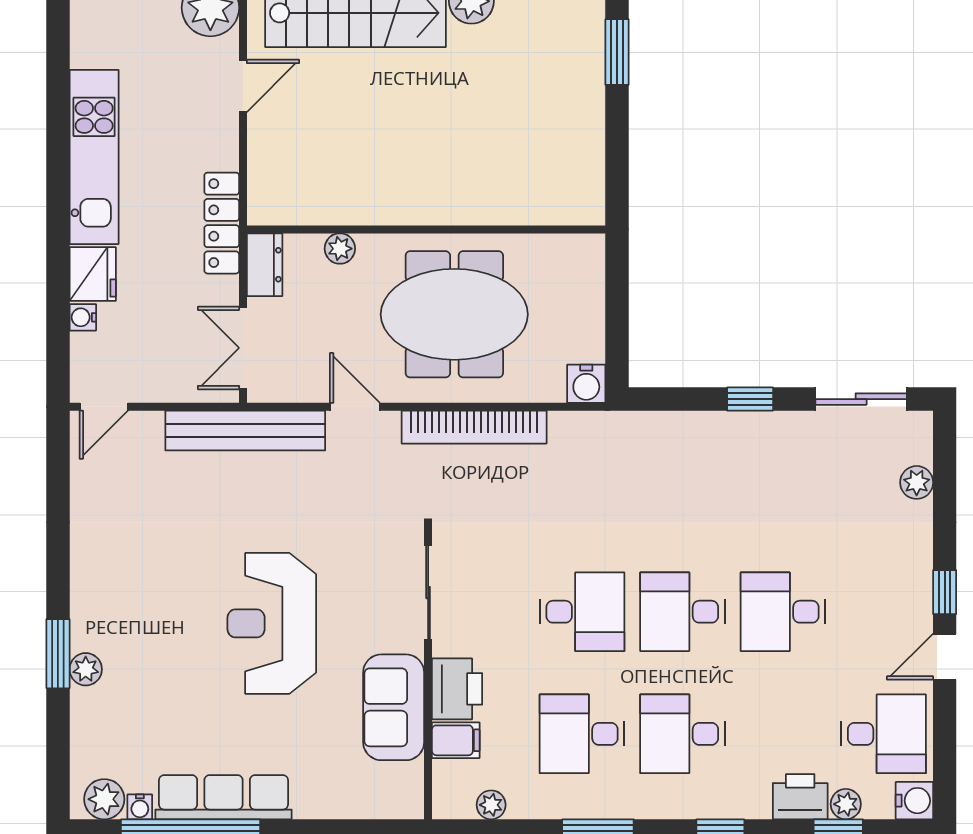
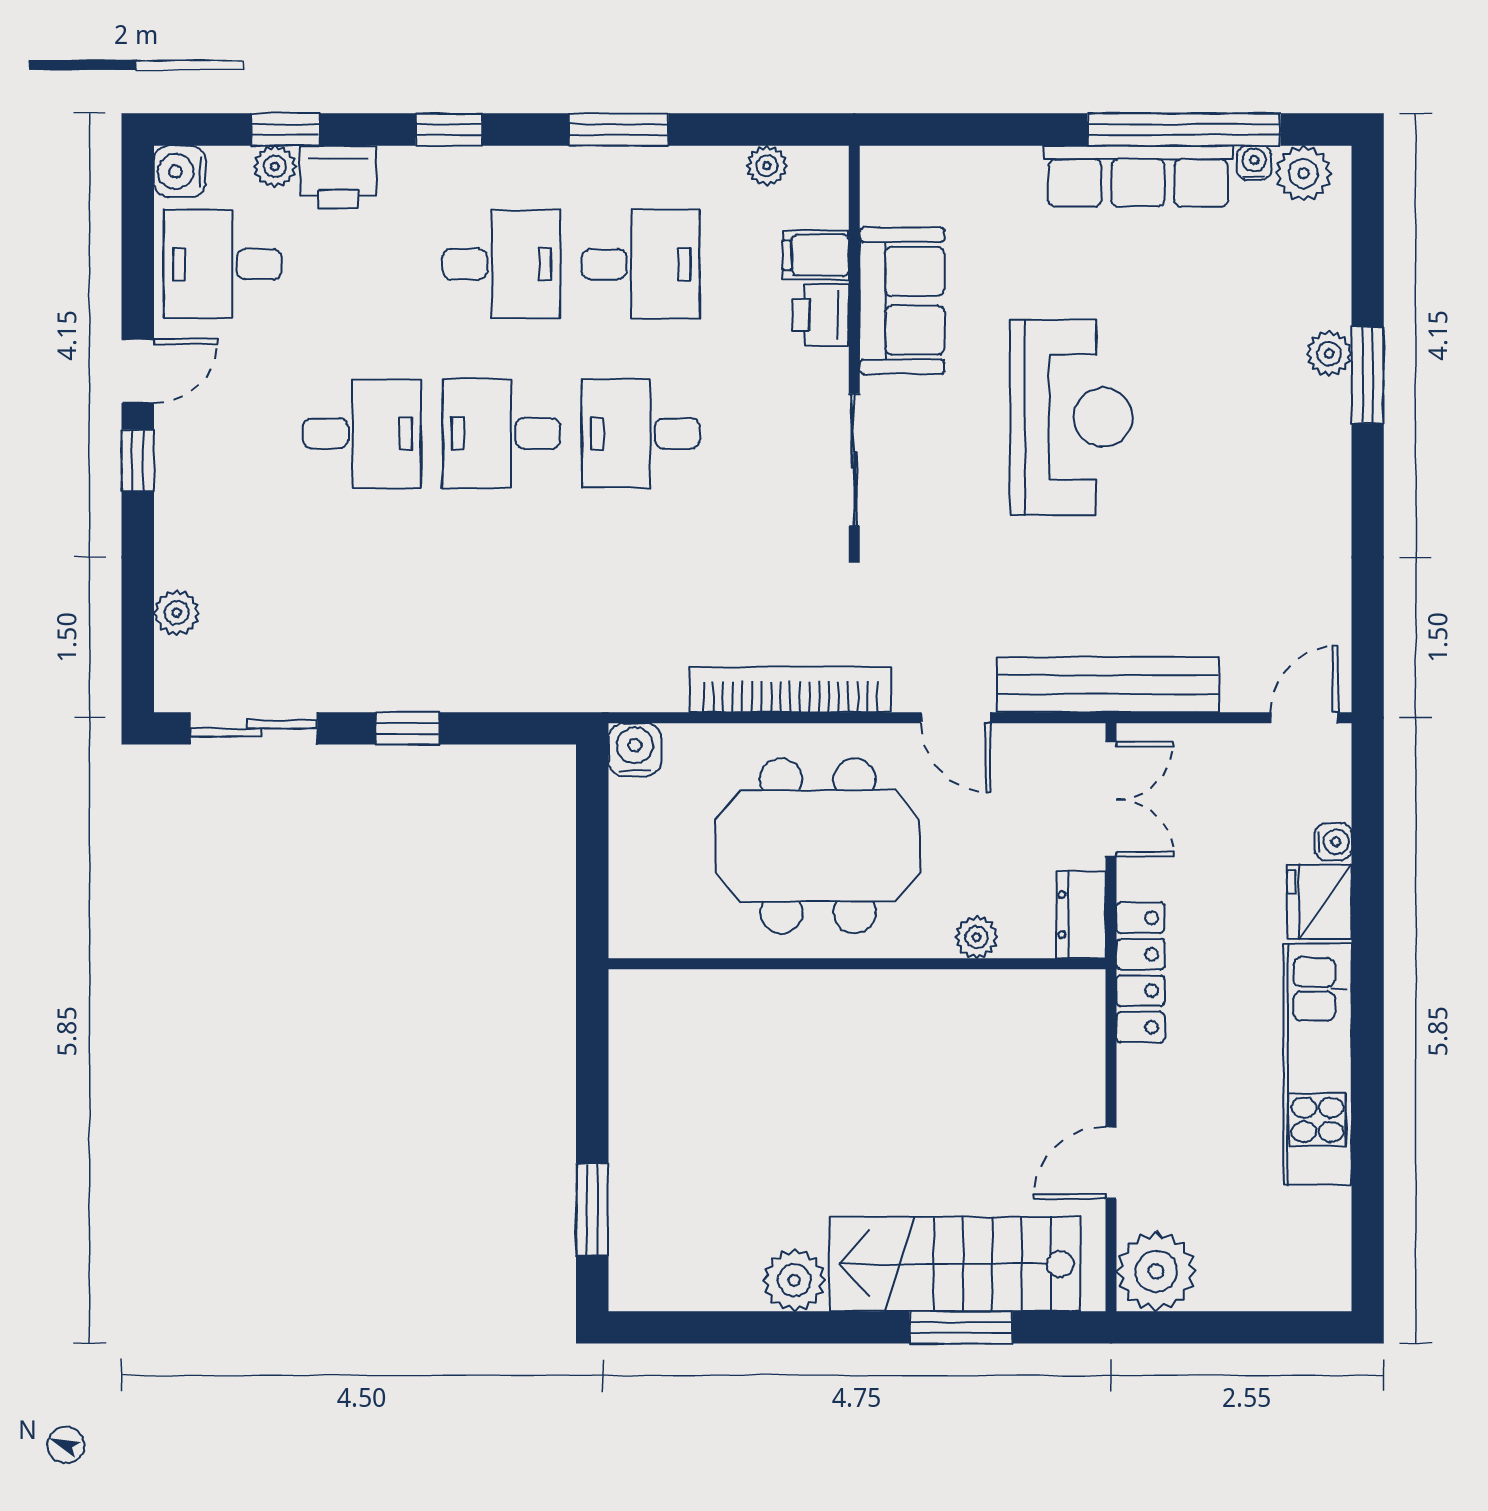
desk: (683, 612) -> (501, 433), turned 180
printer: (457, 689) -> (821, 315), width x0.73, depth x0.81

